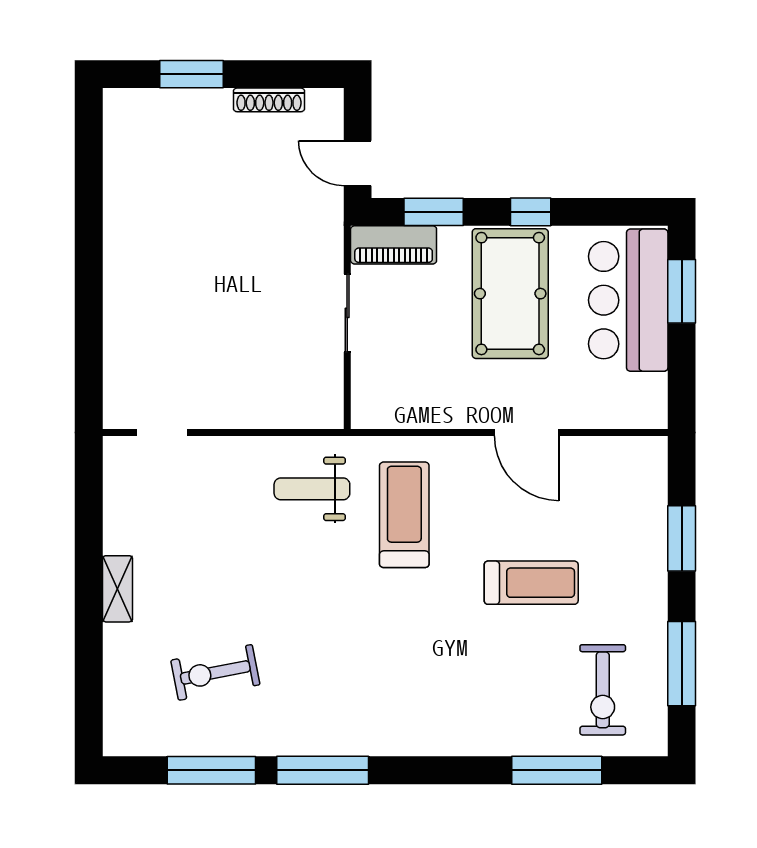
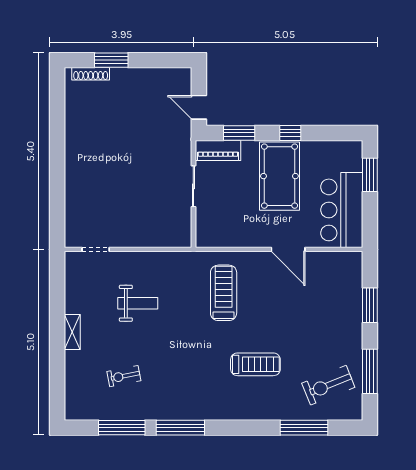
shoe rack: (269, 100) -> (91, 74), moved
bar counter: (628, 300) -> (342, 210), moved
weight bench: (312, 489) -> (138, 303), moved, turned 180
treadmill: (531, 583) -> (255, 364), moved
exercise bike: (215, 672) -> (124, 376), width x0.73, depth x0.72
exercise bike: (603, 690) -> (328, 385), turned 68

